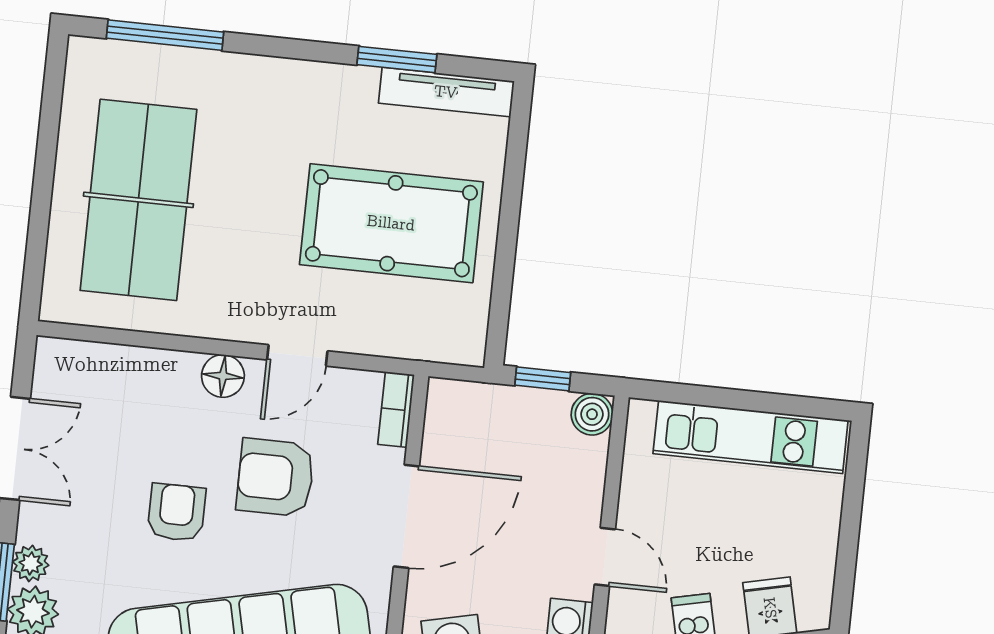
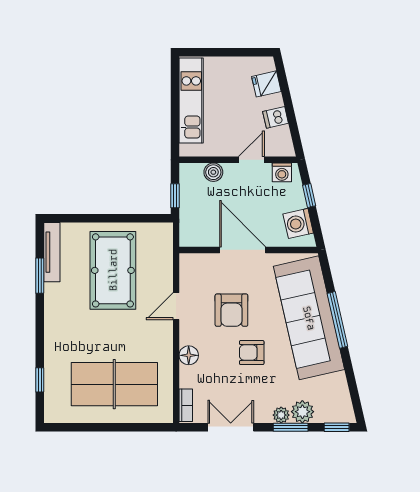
window: (165, 35) -> (40, 380), width x0.46
door: (297, 355) -> (176, 306), swing flipped
floor lamp: (223, 376) -> (189, 355), moved
bookcase: (396, 409) -> (186, 405), moved, turned -90
boiler: (592, 414) -> (213, 172), moved

